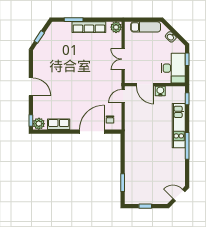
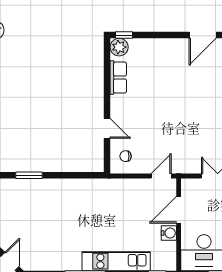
door: (31, 87) -> (203, 35), moved
door: (123, 96) -> (161, 176), hinge flipped
door: (92, 132) -> (107, 128), width x0.53

